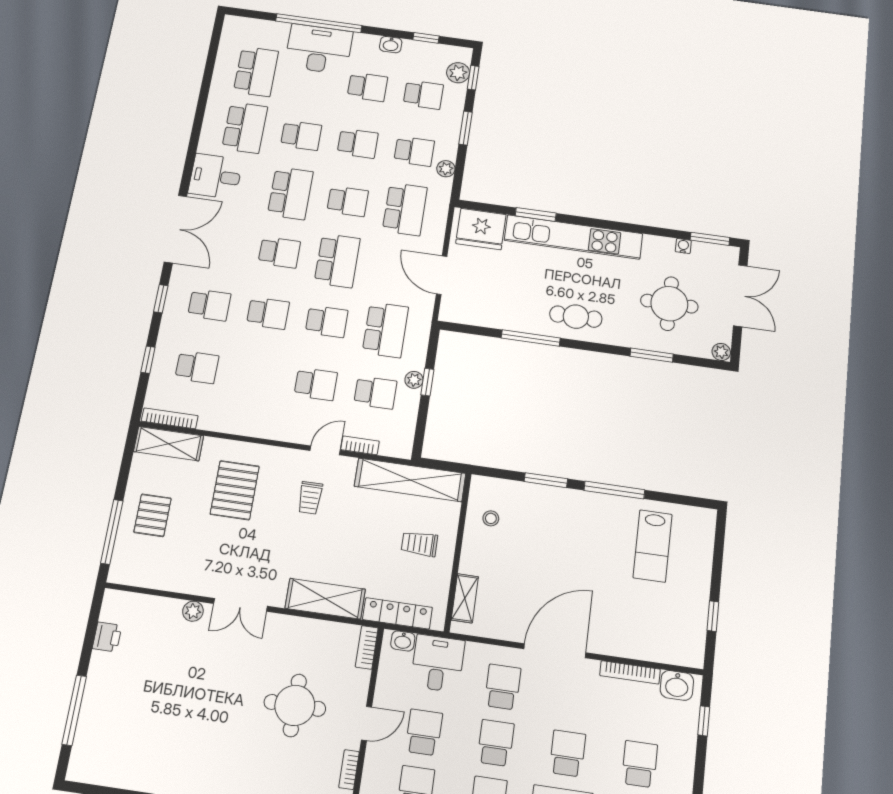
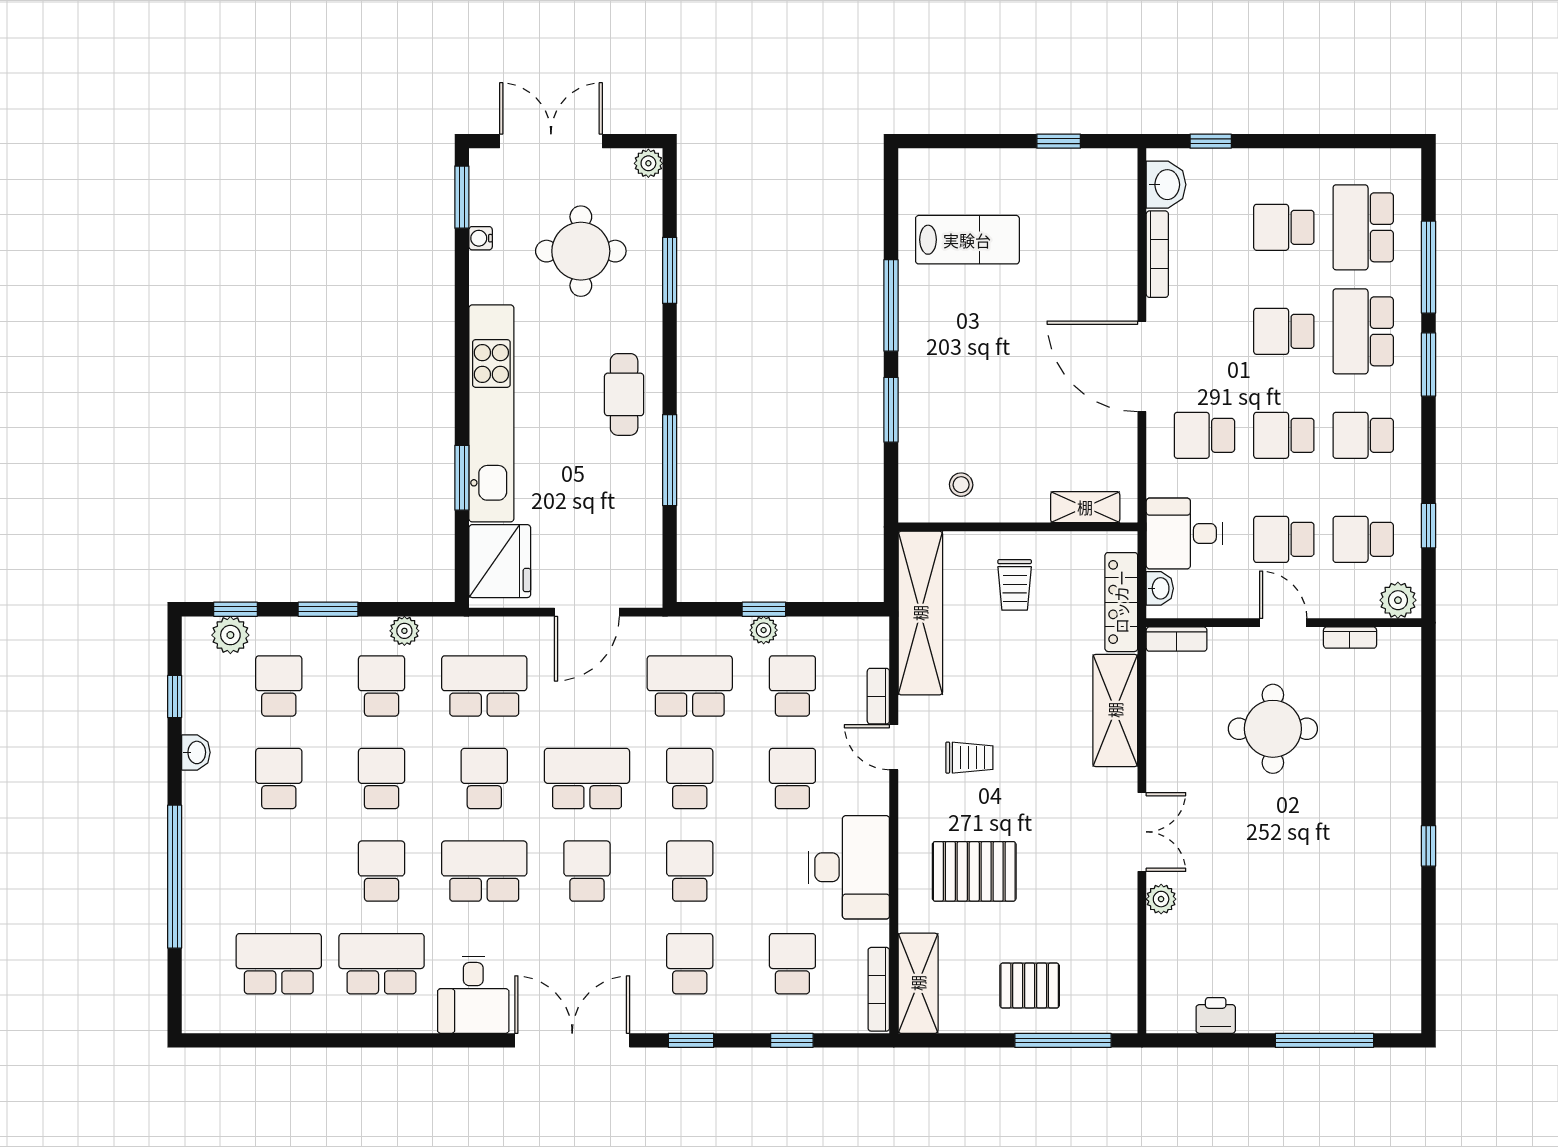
desk: (319, 49) -> (849, 867), moved, turned 180

